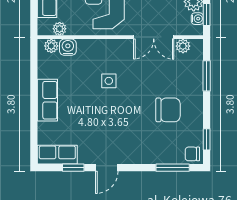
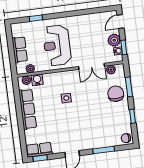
row of seats: (47, 100) -> (28, 109), width x1.48
chair: (168, 110) -> (116, 94), moved, turned -90
window: (207, 139) -> (133, 116), moved
window: (73, 168) -> (40, 158), moved
window: (173, 168) -> (104, 150), moved

